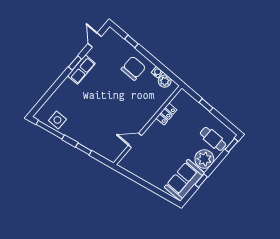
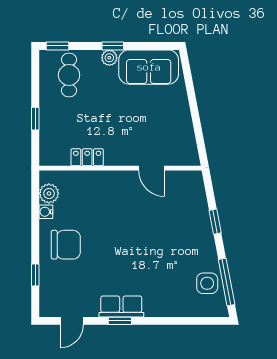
chair: (133, 68) -> (66, 245), turned 180
plant: (204, 159) -> (109, 58), width x0.53, depth x0.53
window: (201, 181) -> (113, 46), moved

